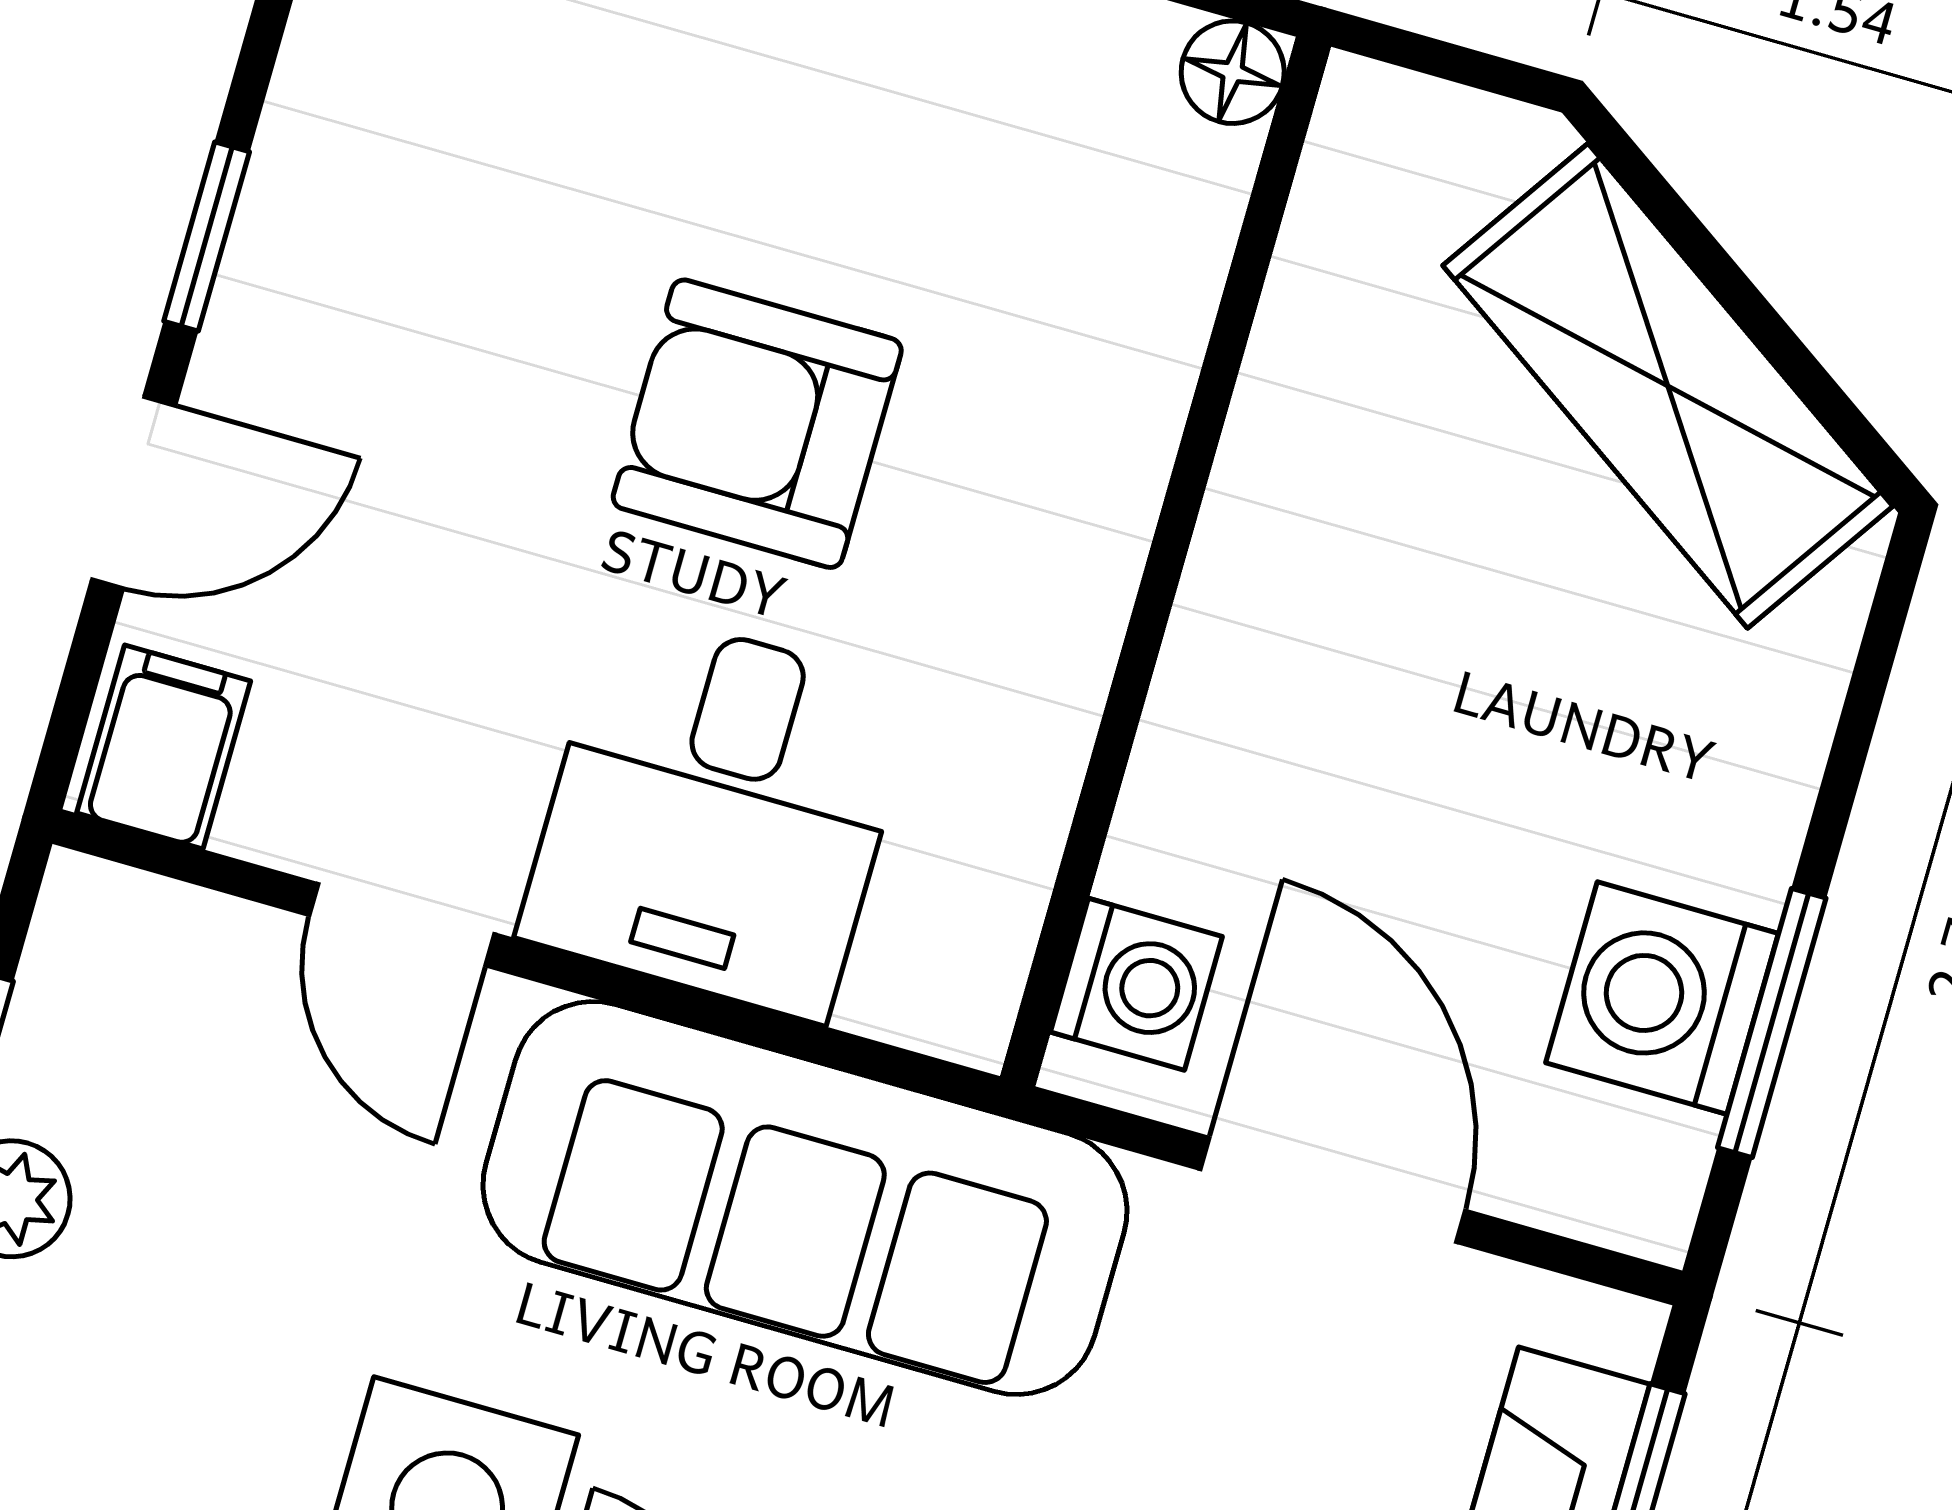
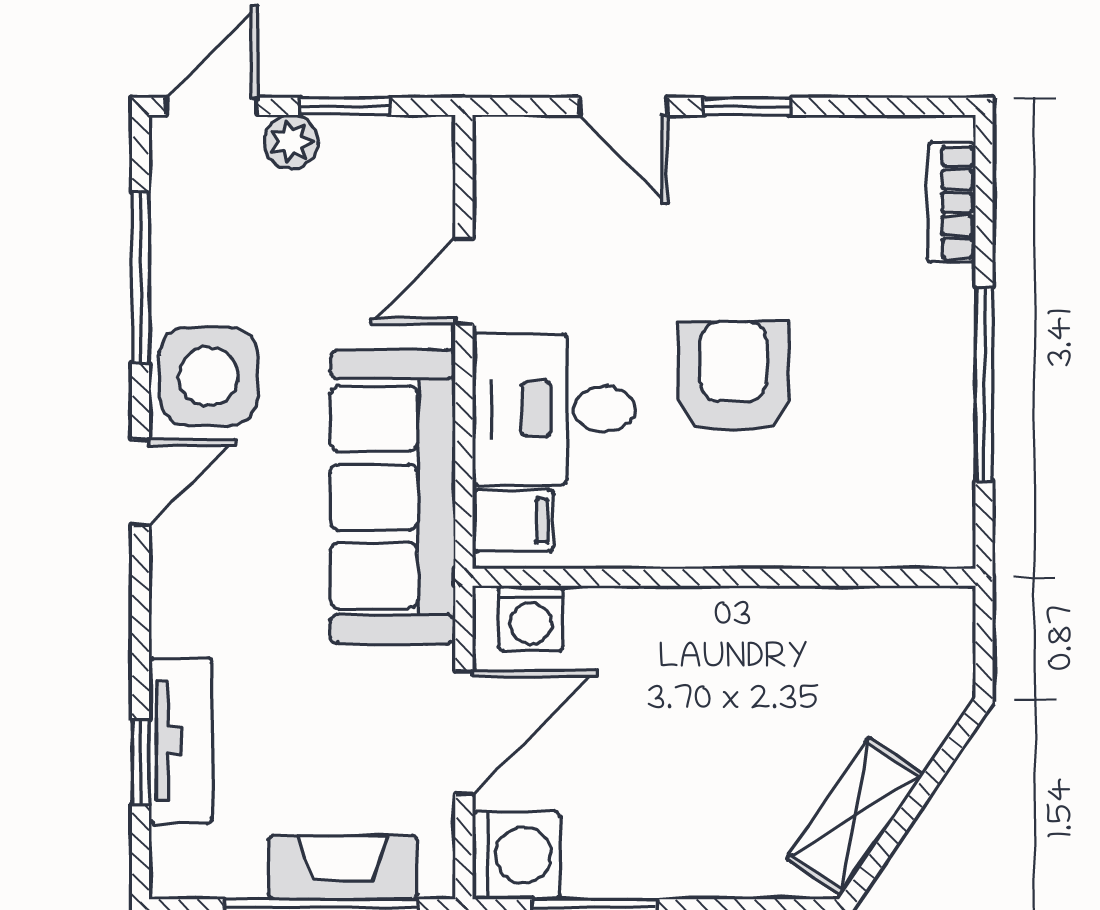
floor lamp: (1233, 72) -> (952, 545), removed
shelving: (1668, 386) -> (855, 816), width x0.67, depth x0.75
filing cabinet: (164, 747) -> (513, 521), moved
washing machine: (1662, 998) -> (516, 855), moved, turned 90

